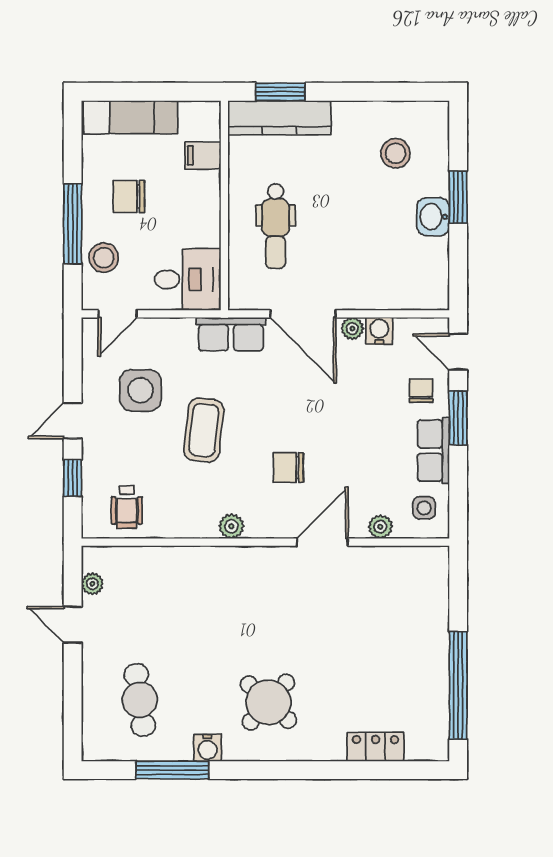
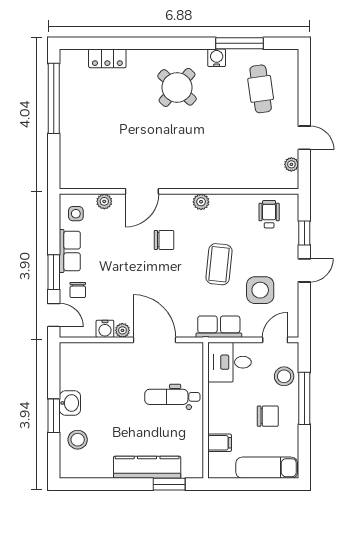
kitchen counter: (280, 118) -> (147, 467), moved
stool: (395, 153) -> (78, 440), moved
dental chair: (276, 226) -> (172, 397), turned -90
row of seats: (231, 334) -> (219, 327), moved

